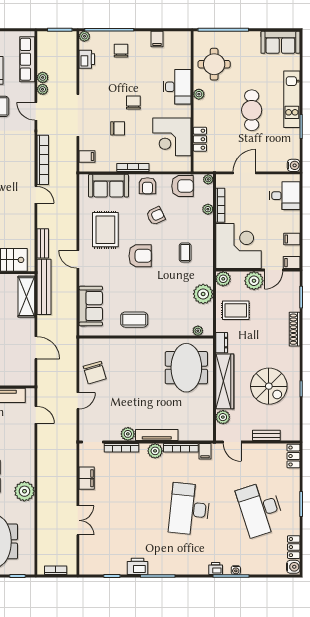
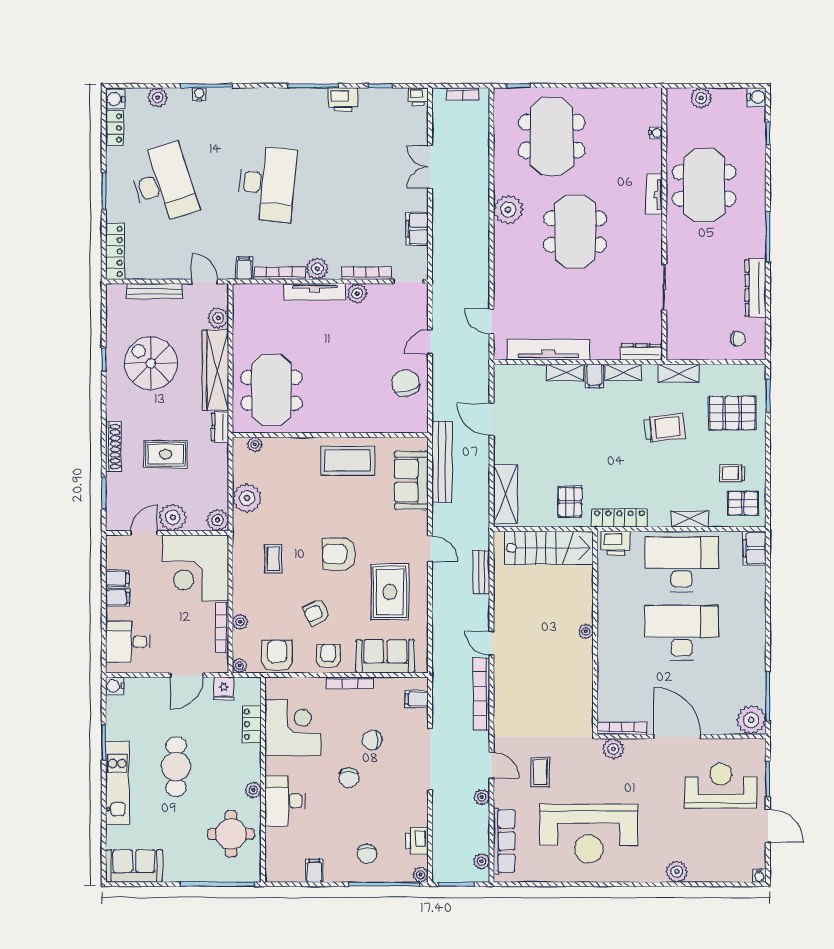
plant: (43, 77) -> (482, 861), moved
fridge: (219, 164) -> (224, 689), added
armchair: (183, 186) -> (277, 656), turned 90
filing cabinet: (292, 263) -> (118, 598), moved
bench: (44, 287) -> (442, 462), moved
rug: (236, 310) -> (166, 454), moved
coffee table: (134, 320) -> (348, 461), width x1.36, depth x1.32
bench: (266, 435) -> (155, 291), width x1.36
locker: (293, 456) -> (115, 251), width x1.53
plant: (264, 568) -> (158, 98), added
printer: (216, 569) -> (418, 97), moved

